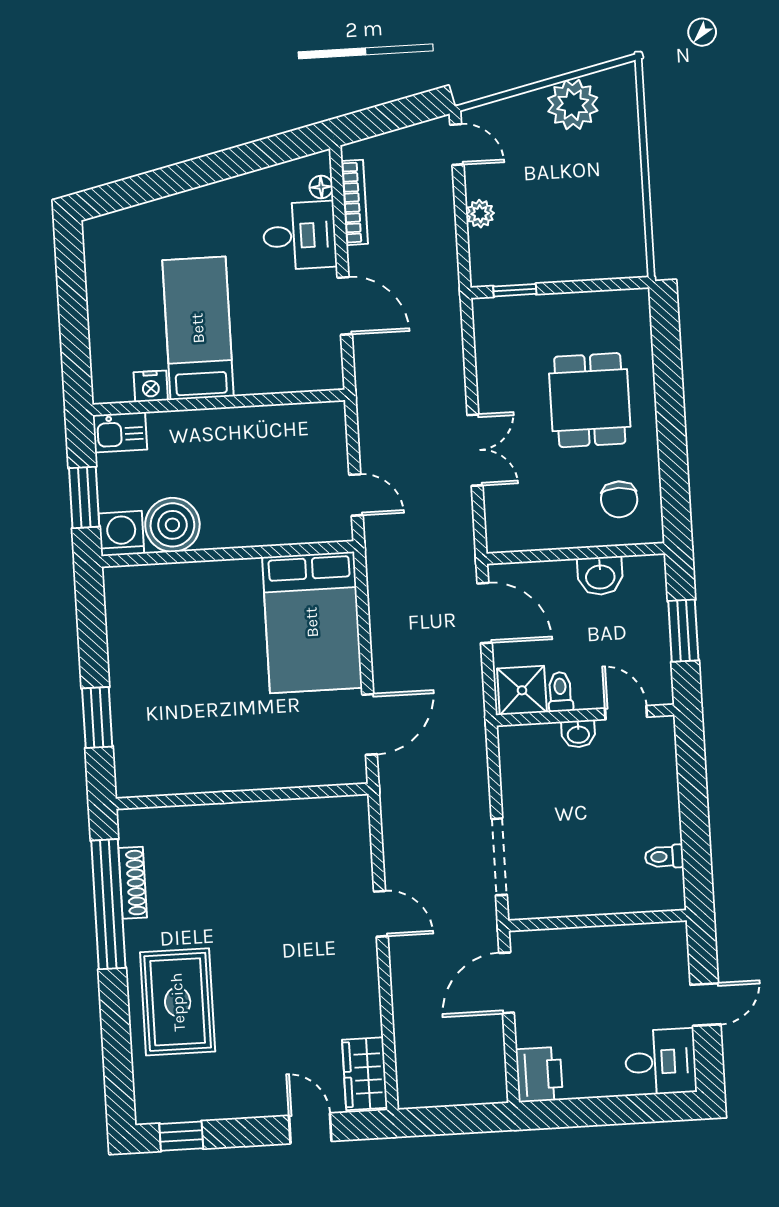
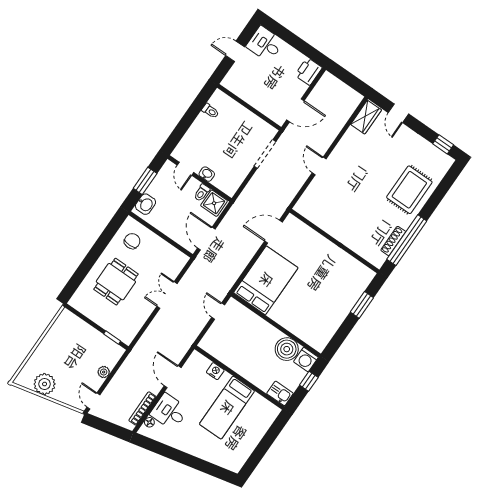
nightstand: (151, 386) -> (215, 371), moved
window: (84, 497) -> (309, 381), width x0.67
washbasin: (600, 576) -> (145, 204), moved, turned 90

